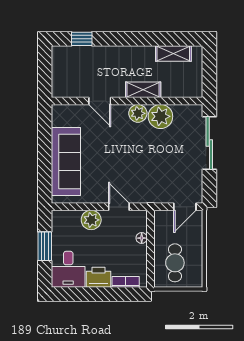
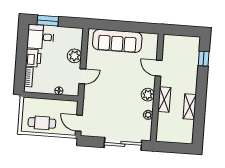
shelving: (173, 54) -> (190, 107), moved
door: (100, 101) -> (159, 68), hinge flipped
plant: (160, 116) -> (148, 115), width x0.53, depth x0.53
window: (45, 246) -> (48, 21), moved
cafe table: (175, 263) -> (42, 123), moved

